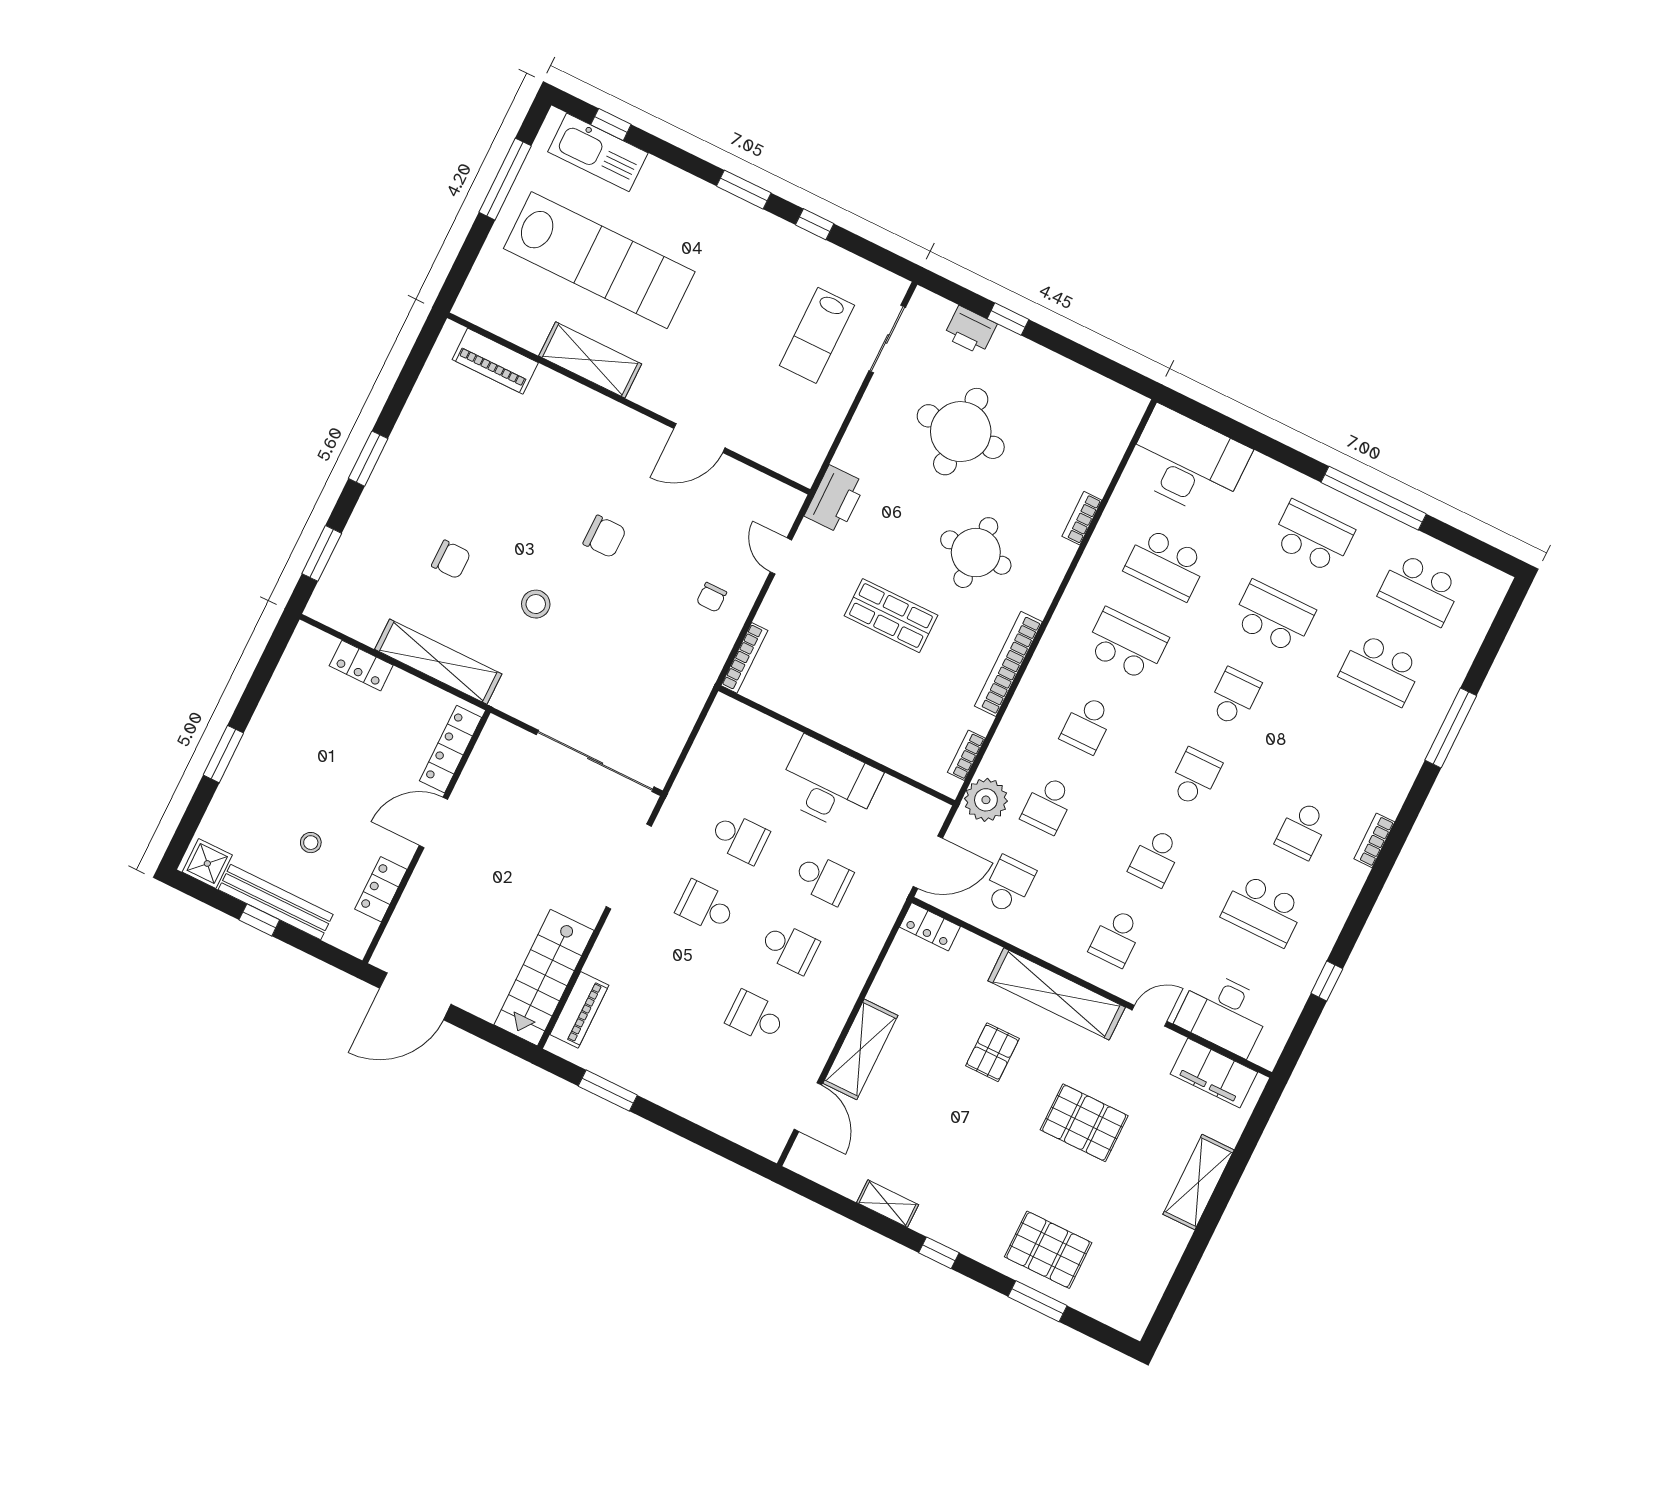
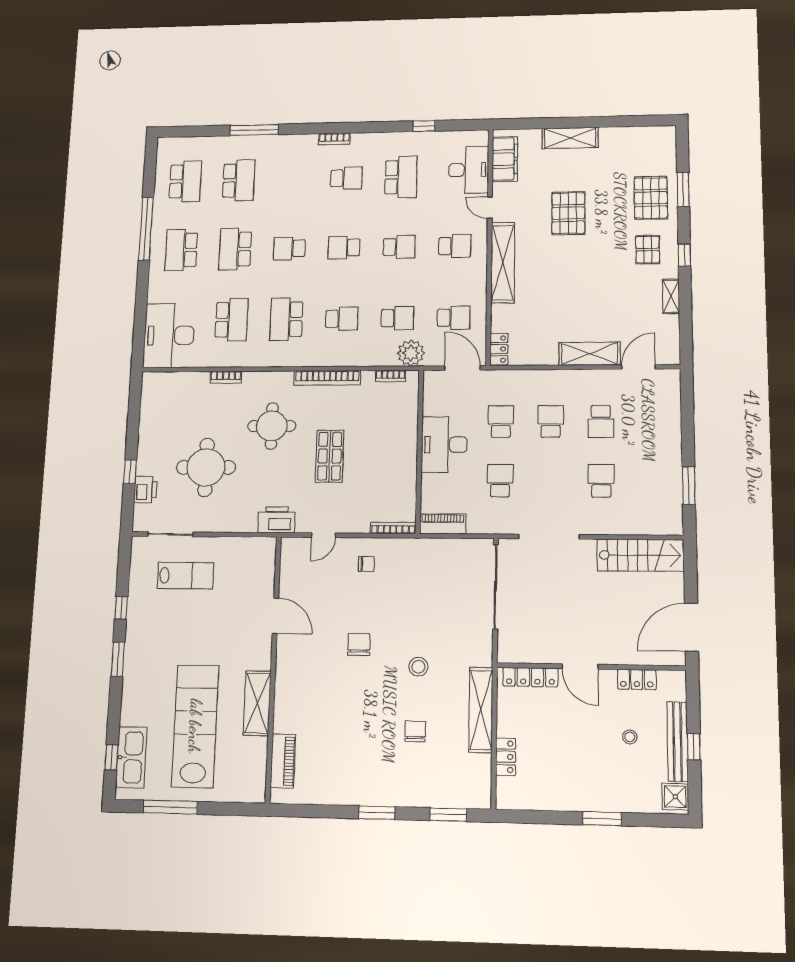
school desk: (1009, 885) -> (454, 318), turned 180
school desk: (706, 907) -> (601, 481), moved, turned 180
door: (415, 996) -> (691, 627), swing flipped
piano: (579, 1010) -> (443, 524), moved
pallet: (992, 1052) -> (648, 250), moved, turned 90

